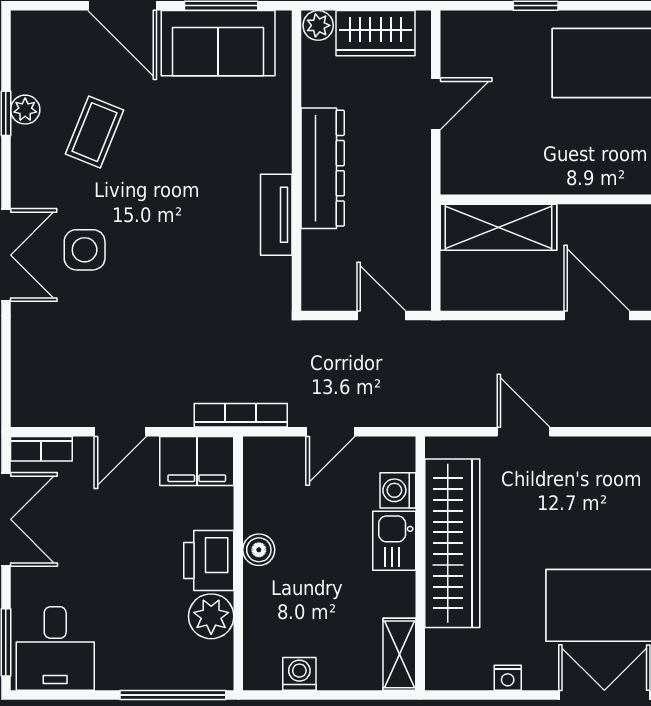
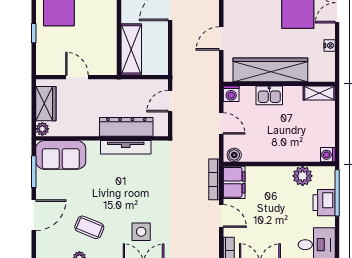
sofa: (218, 43) -> (61, 155), moved, turned 90
dresser: (323, 168) -> (126, 127), moved
tv unit: (276, 215) -> (126, 147), width x1.41
bookcase: (241, 415) -> (214, 179), moved
washing machine: (398, 490) -> (231, 94), moved
boiler: (259, 550) -> (234, 155), moved
printer: (209, 560) -> (324, 203), moved, turned 90
washing machine: (299, 674) -> (328, 155), moved

